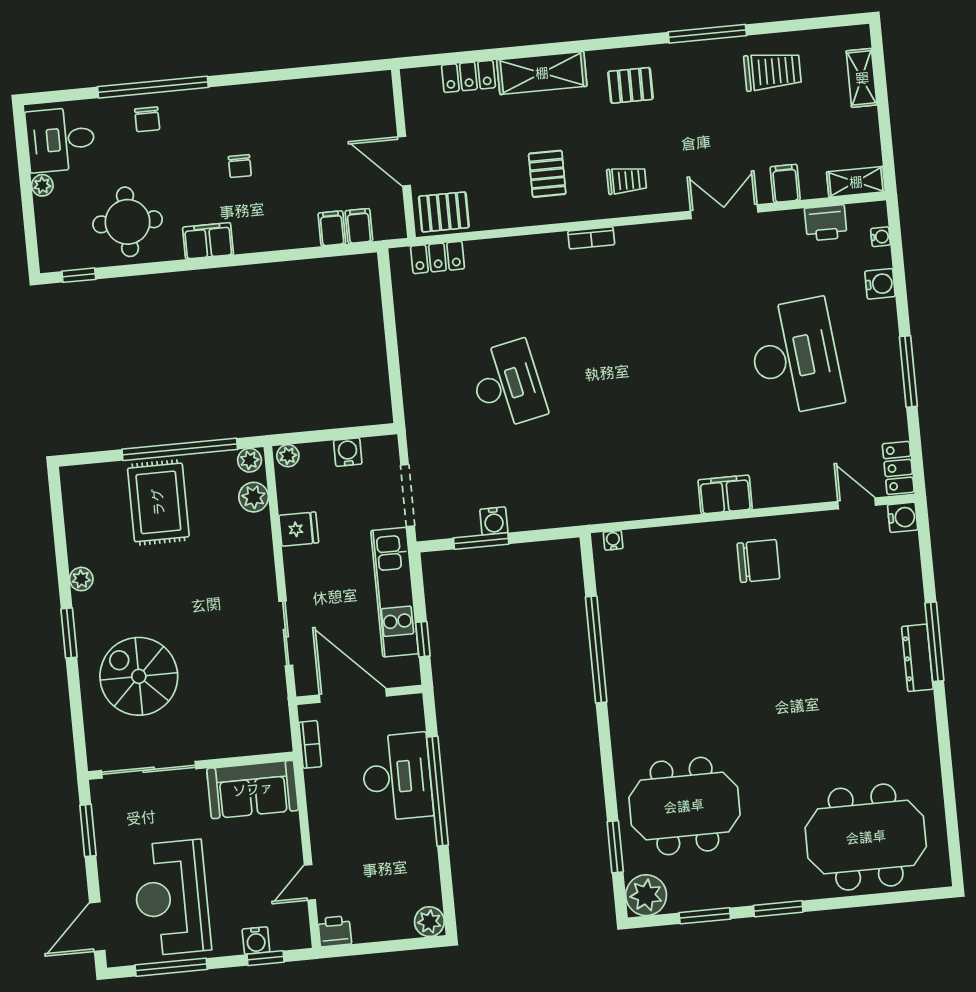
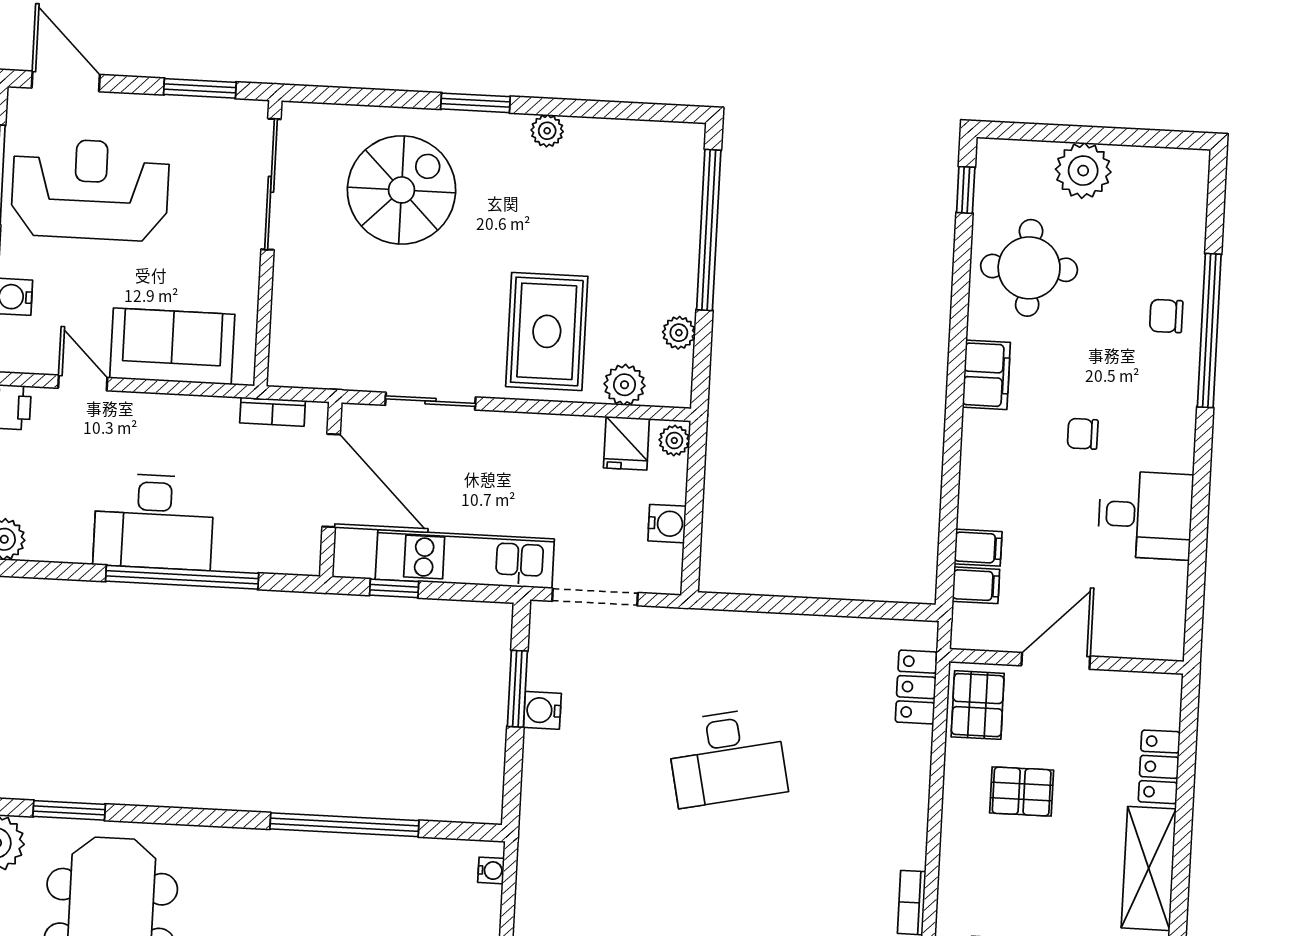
desk: (61, 140) -> (1145, 515), moved, turned 90
pallet: (547, 174) -> (1022, 791), moved
plant: (42, 185) -> (1083, 171), width x1.88, depth x1.88
window: (180, 449) -> (709, 230), moved
plant: (250, 460) -> (679, 333), moved
rug: (158, 502) -> (547, 331), moved, turned 90
fridge: (299, 529) -> (626, 443), moved
door: (353, 695) -> (331, 480), hinge flipped
desk: (397, 777) -> (154, 522), moved
sofa: (253, 789) -> (172, 346), moved, turned 90

